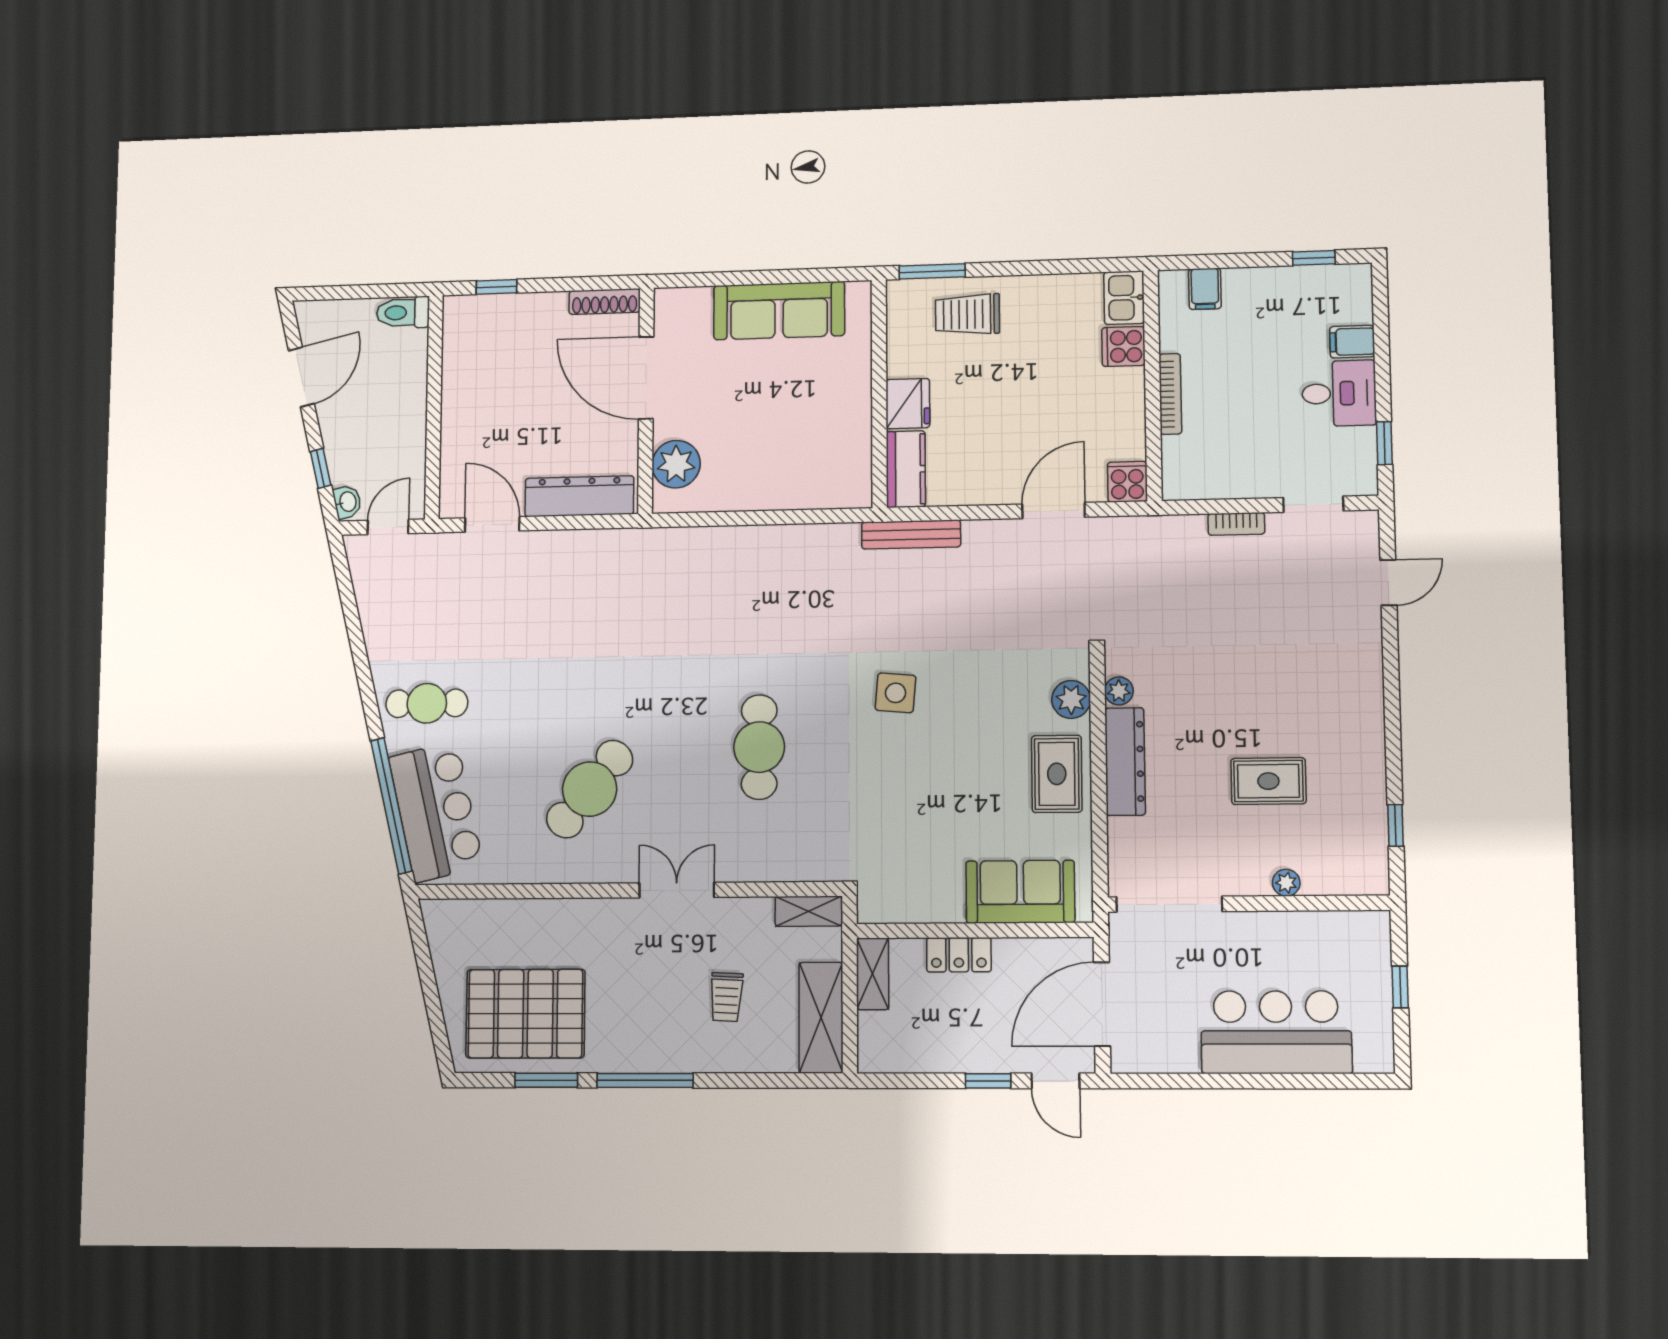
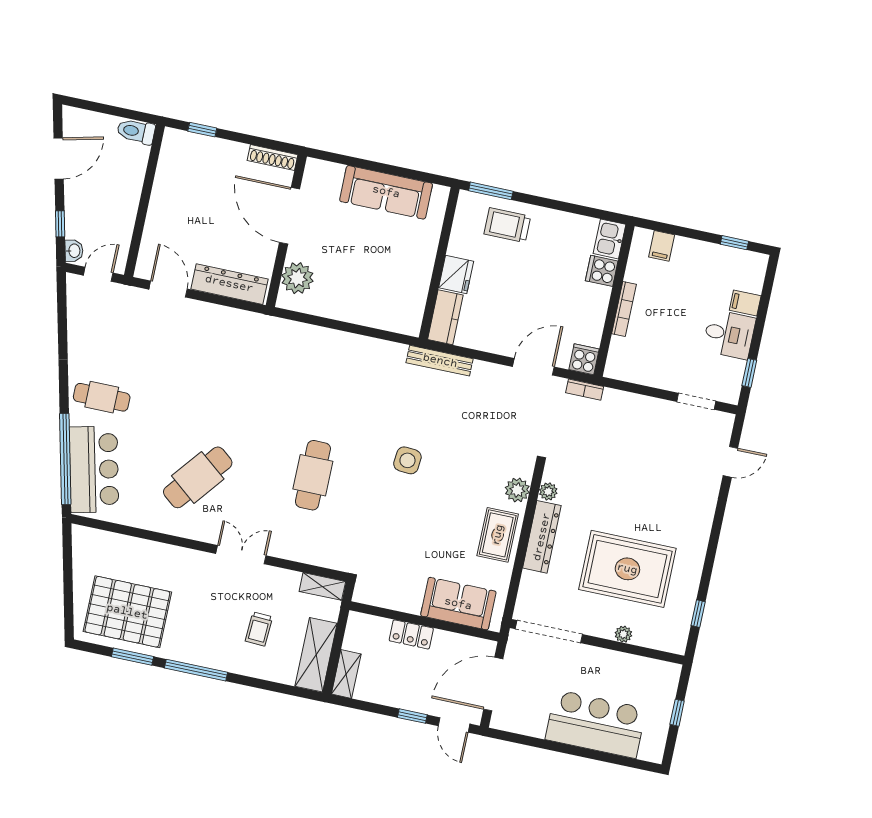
bookcase: (1236, 524) -> (585, 390), moved
rug: (1268, 781) -> (627, 569), width x1.86, depth x2.06
shelving: (873, 974) -> (346, 674), moved

